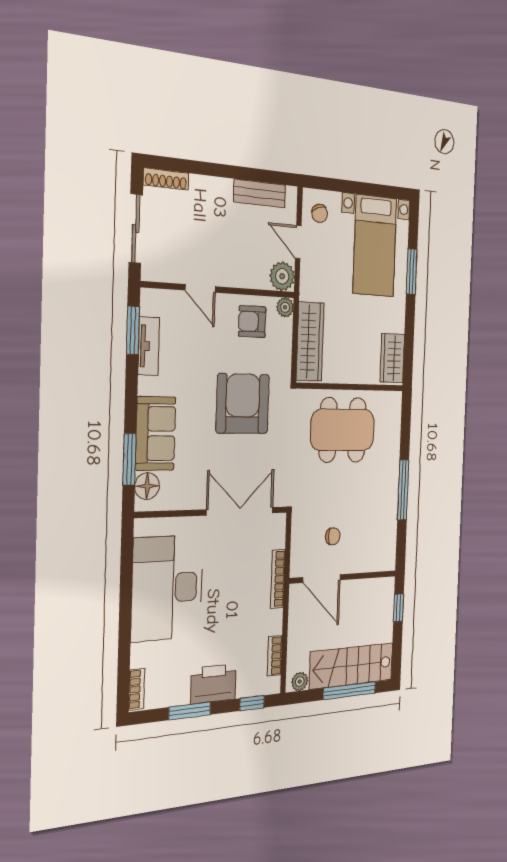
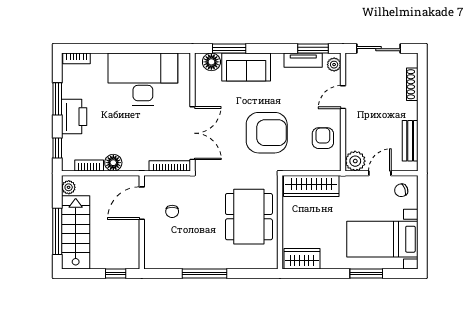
shoe rack: (166, 179) -> (412, 84), moved
plant: (285, 307) -> (334, 65), moved
bookcase: (278, 579) -> (170, 166), moved
floor lamp: (273, 622) -> (113, 163), added

